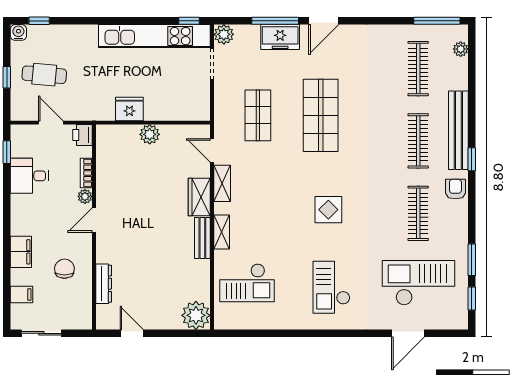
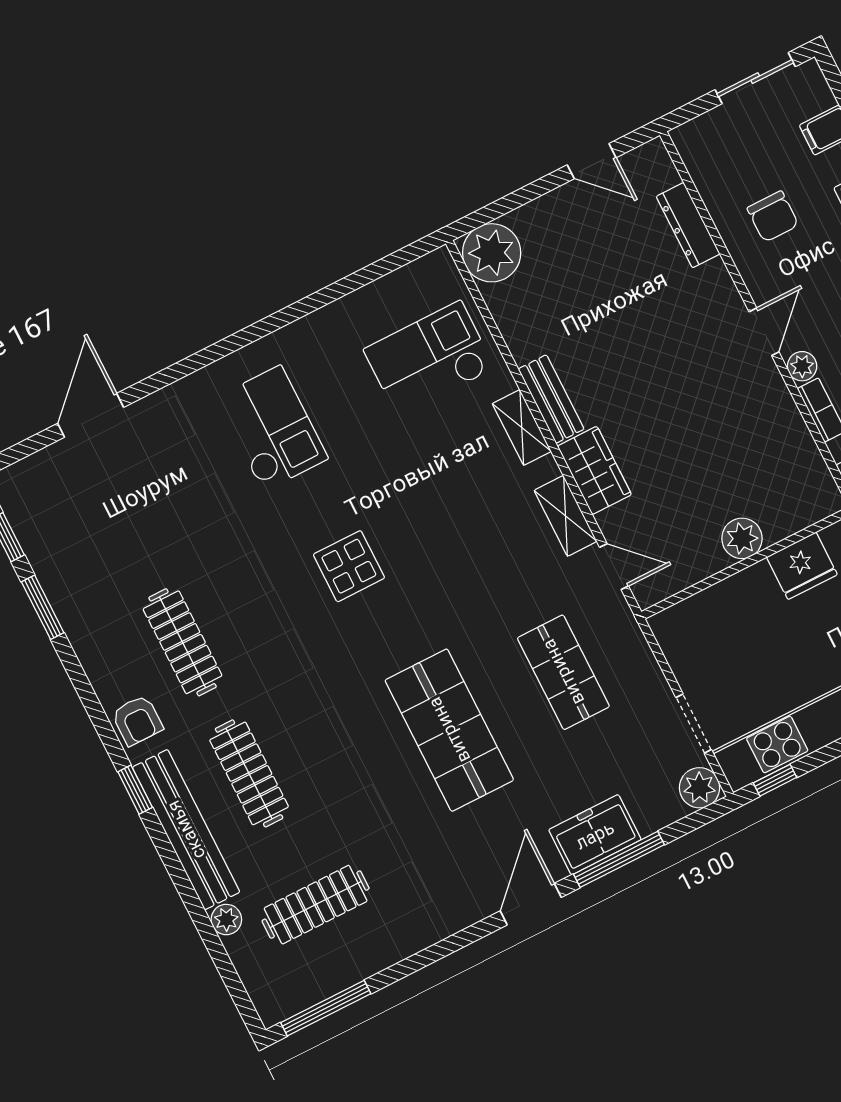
plant: (461, 49) -> (226, 920), moved
clothes rail: (418, 69) -> (316, 905), turned 90
checkout: (419, 283) -> (118, 517), removed

